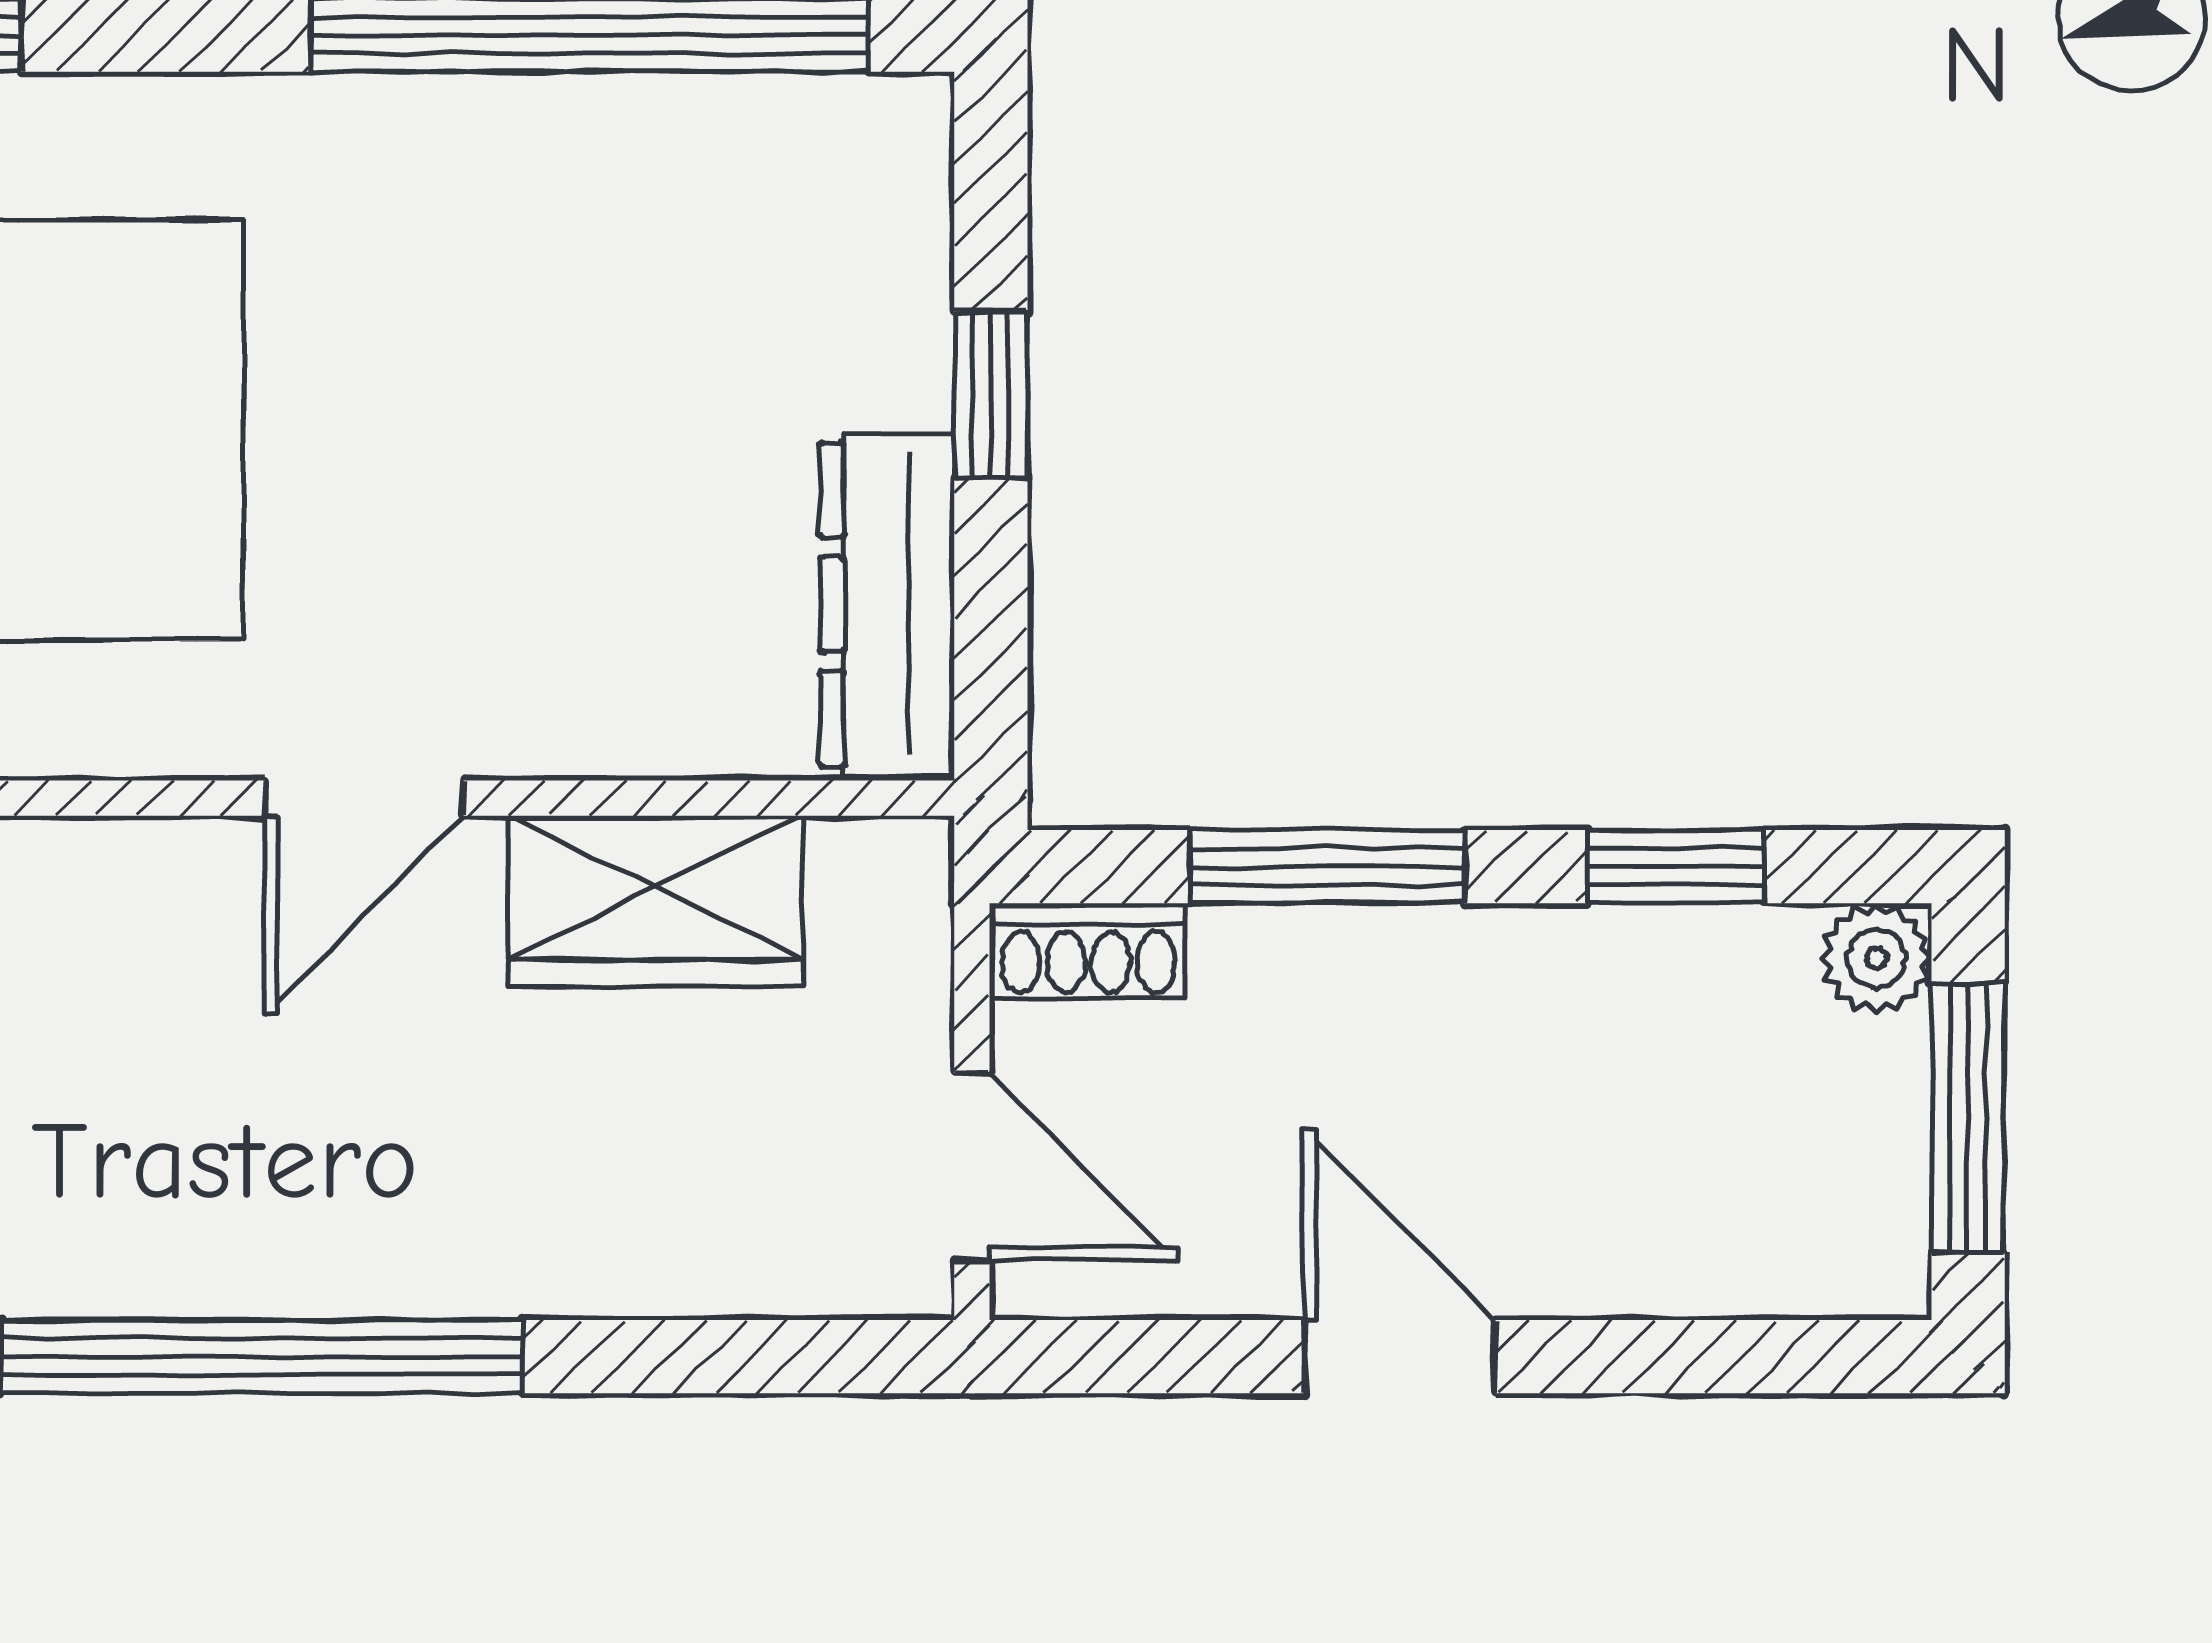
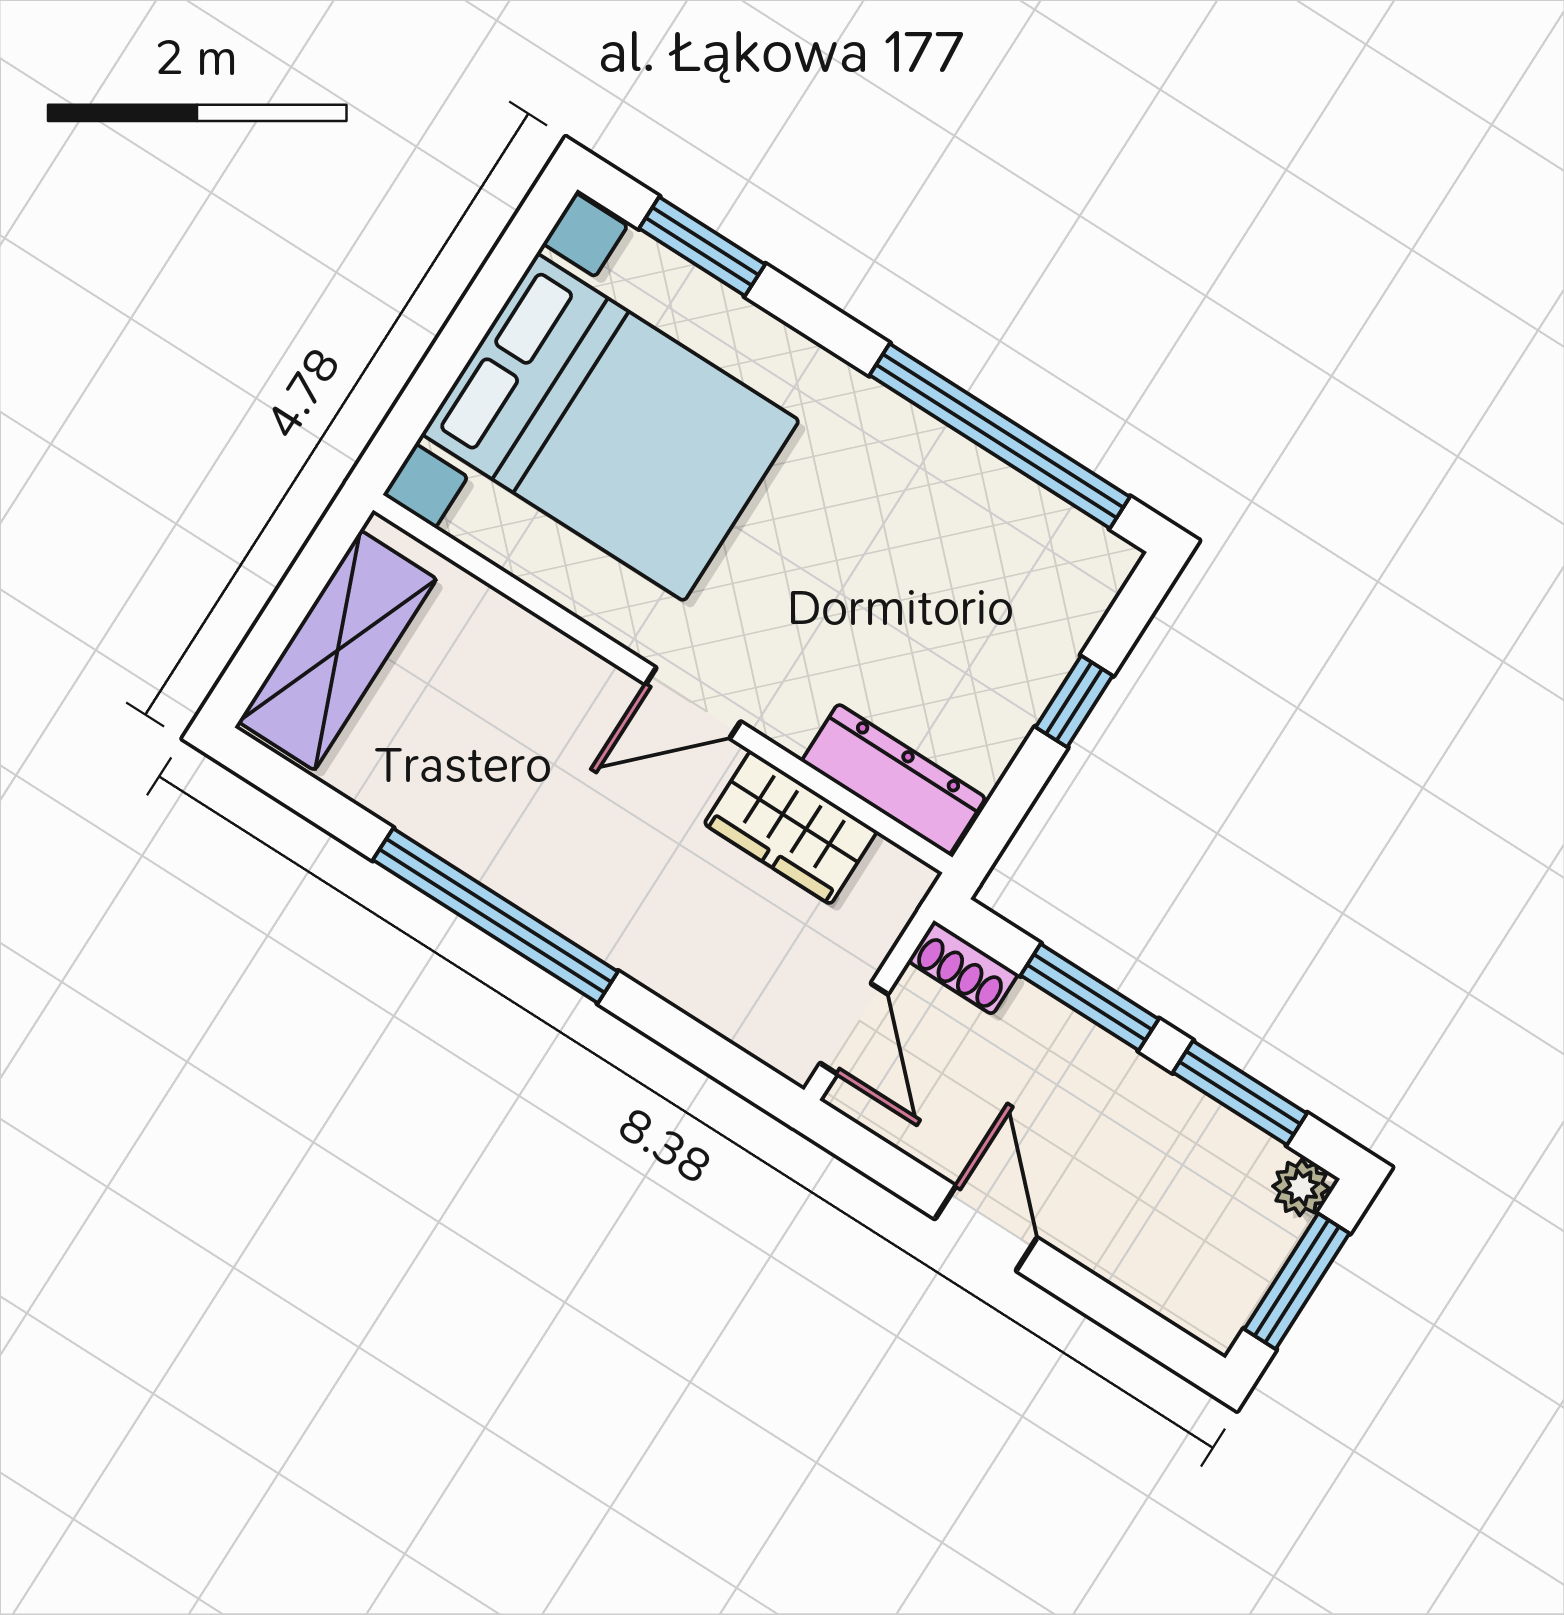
dresser: (887, 604) -> (894, 779), moved, turned 90
window: (1676, 867) -> (1240, 1093), width x1.50

